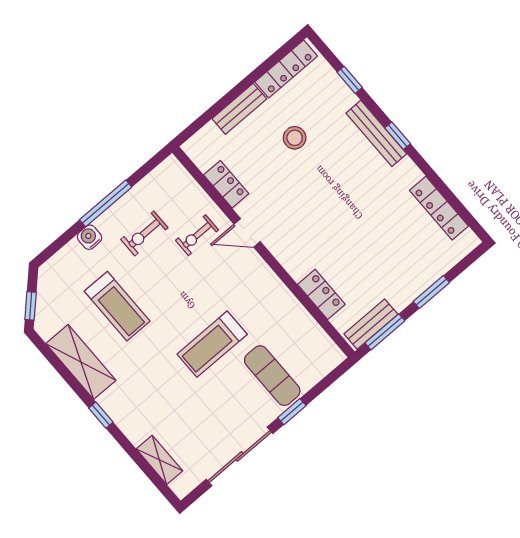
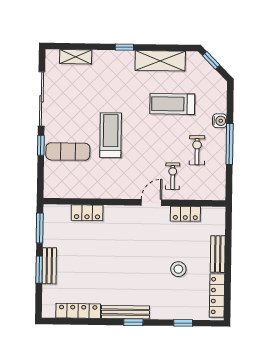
bench: (376, 133) -> (125, 312), moved
bench: (371, 324) -> (49, 266), moved

